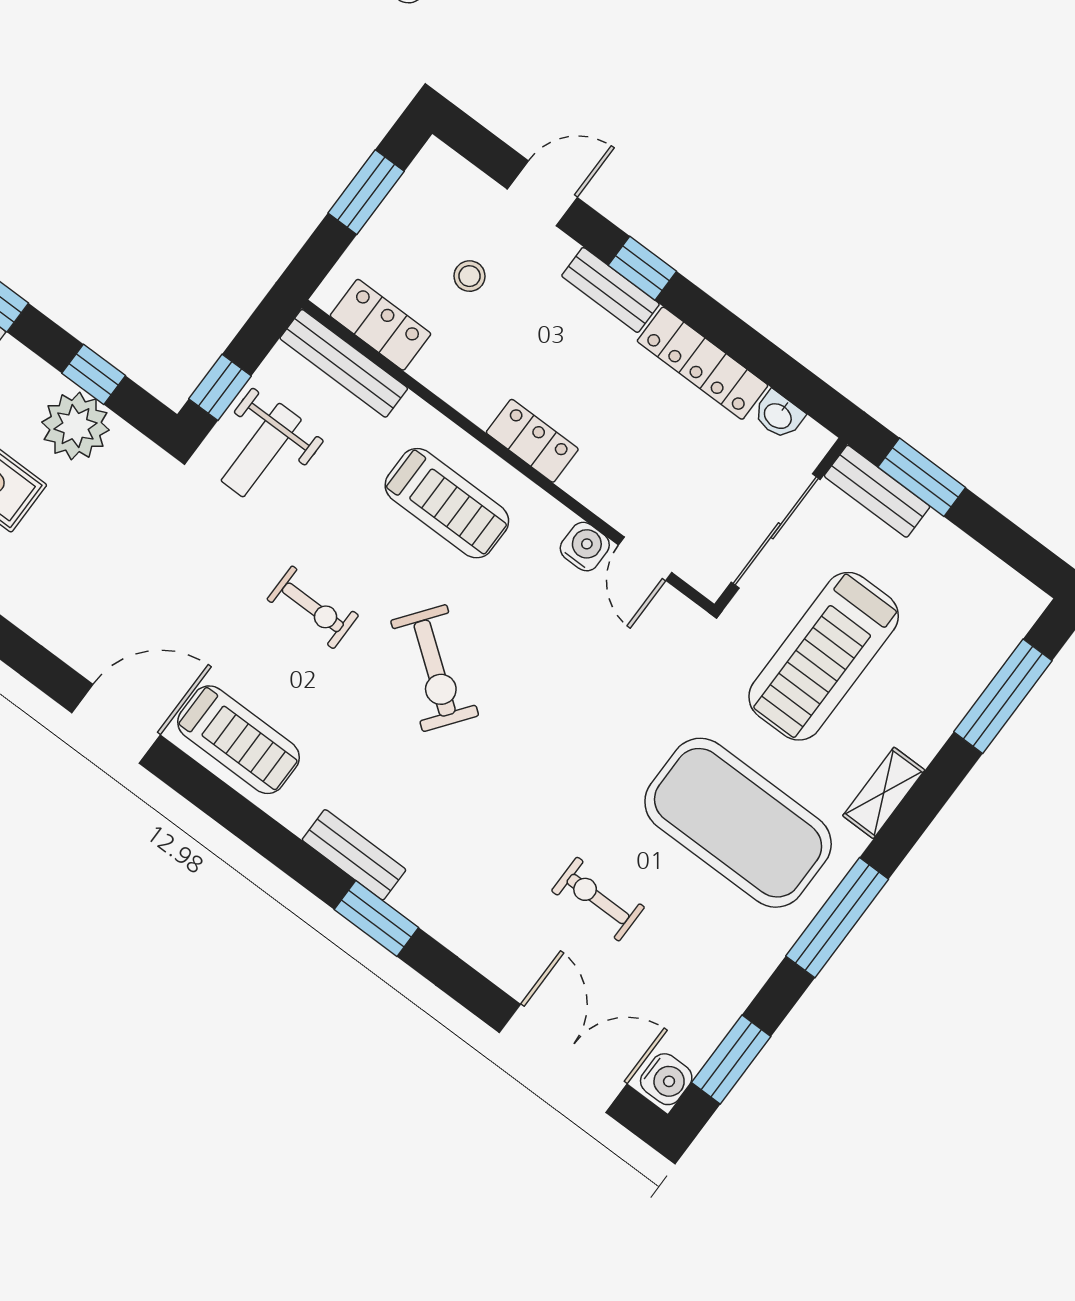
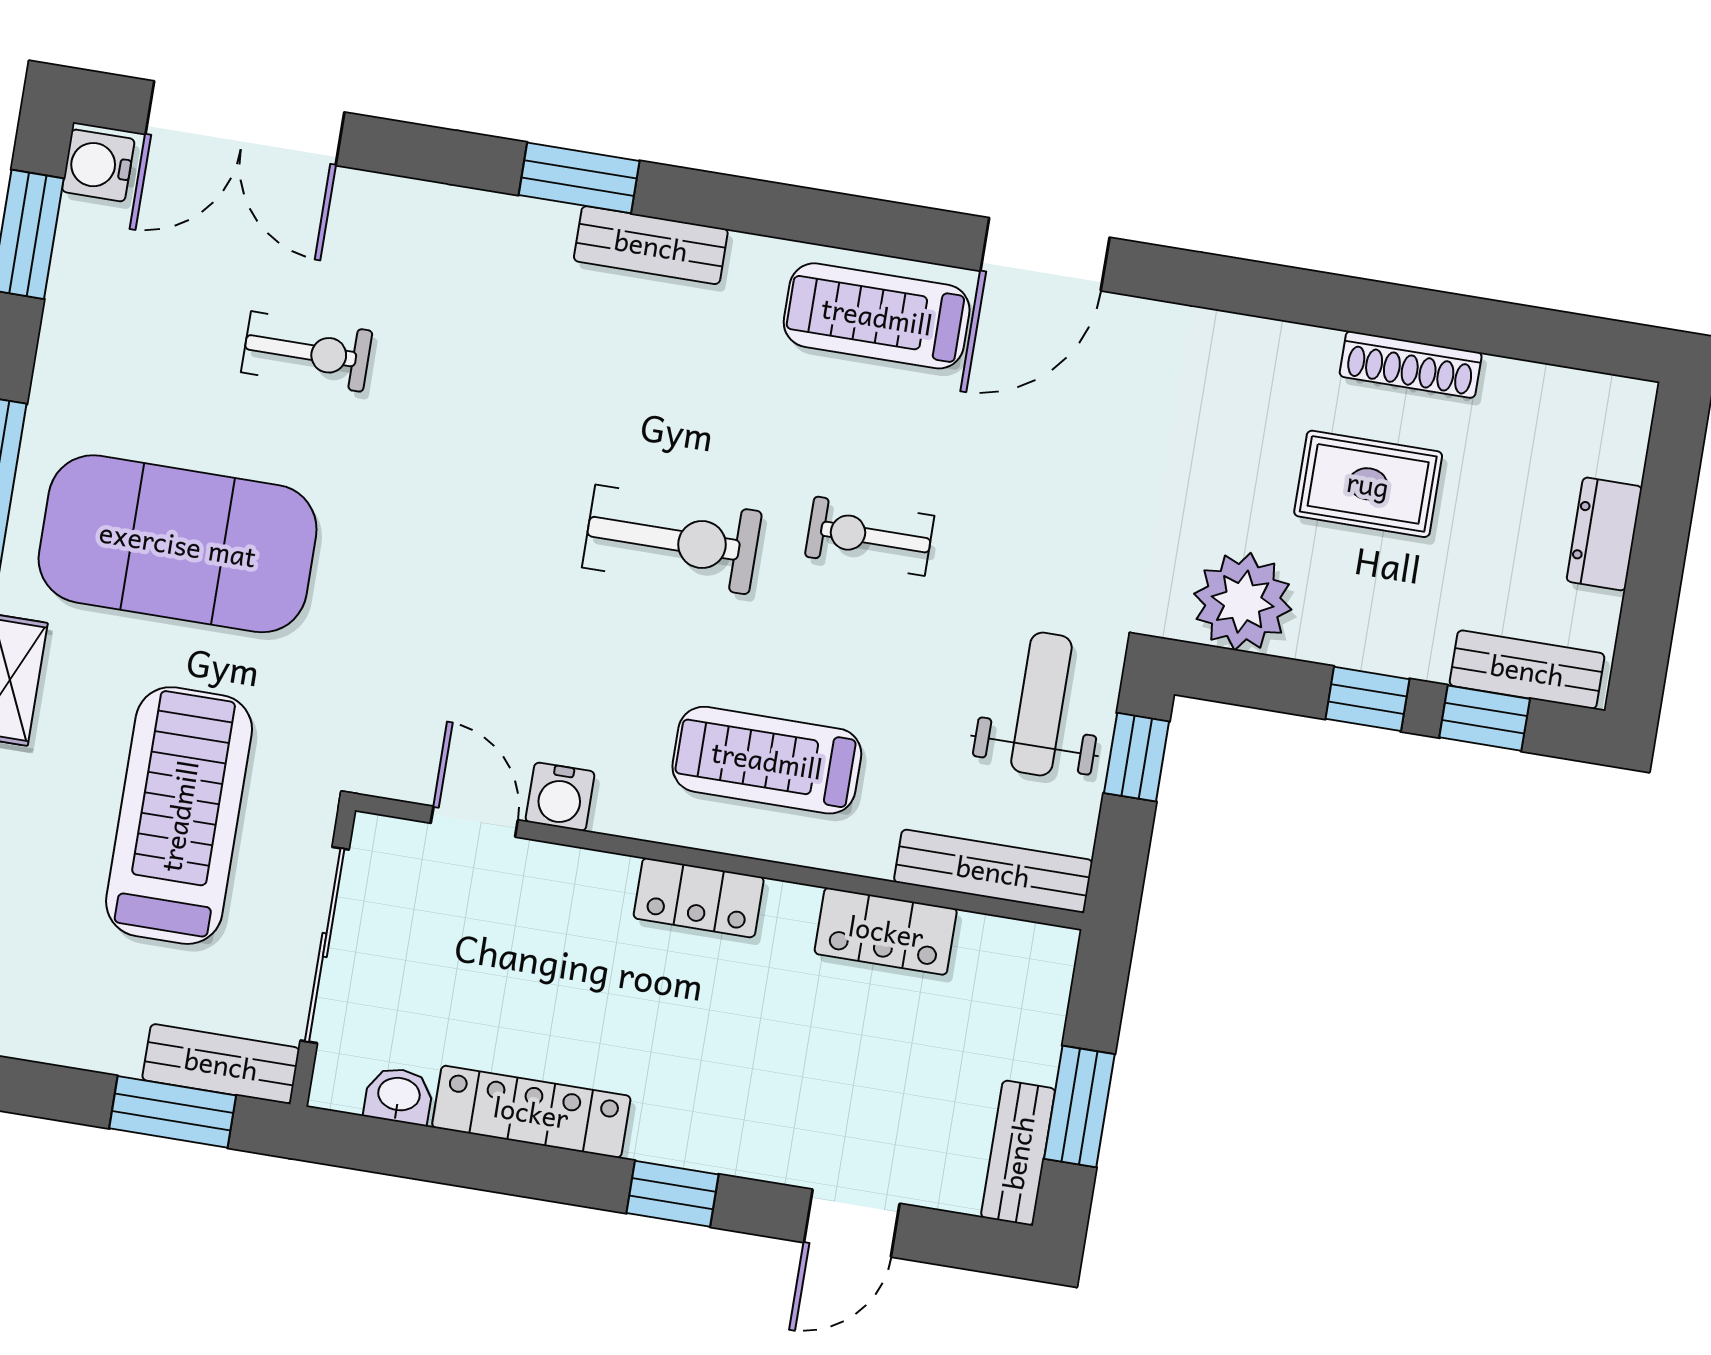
stool: (470, 276) -> (890, 1068), removed
bench: (610, 290) -> (1018, 1153), moved, turned 90
locker: (381, 325) -> (886, 931), moved
window: (94, 374) -> (1367, 699), moved
plant: (75, 426) -> (1243, 602), moved
exercise bike: (435, 668) -> (672, 540), turned 143

